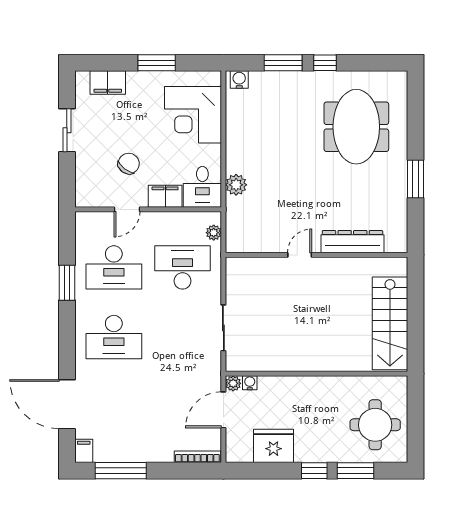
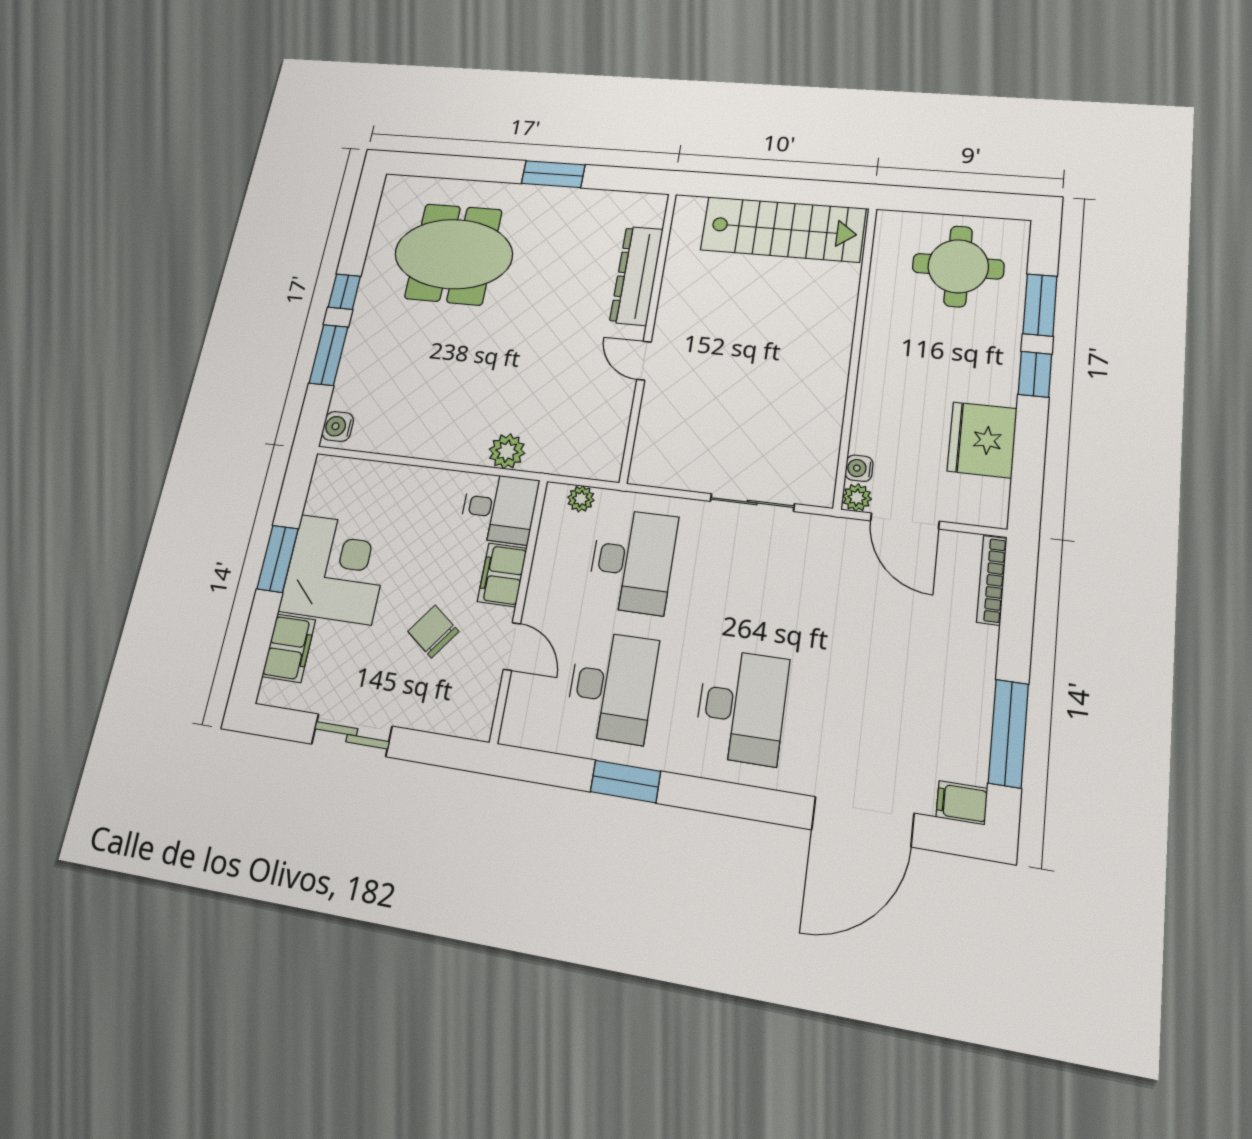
corner desk: (193, 115) -> (336, 569), moved, turned -90
desk: (183, 267) -> (633, 561), turned 180

